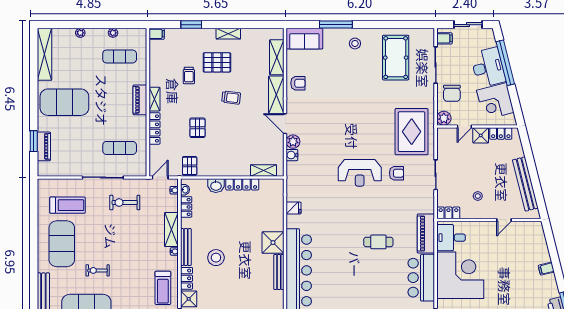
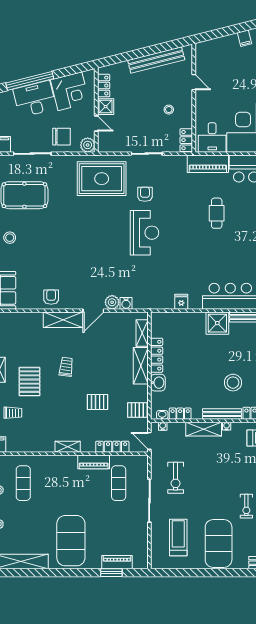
shelving: (277, 57) -> (141, 366), moved, turned 90
trolley: (189, 75) -> (13, 413), moved
piano: (140, 100) -> (94, 462), moved
locker: (154, 128) -> (112, 447), moved
exercise mat: (62, 244) -> (219, 543), turned 90

